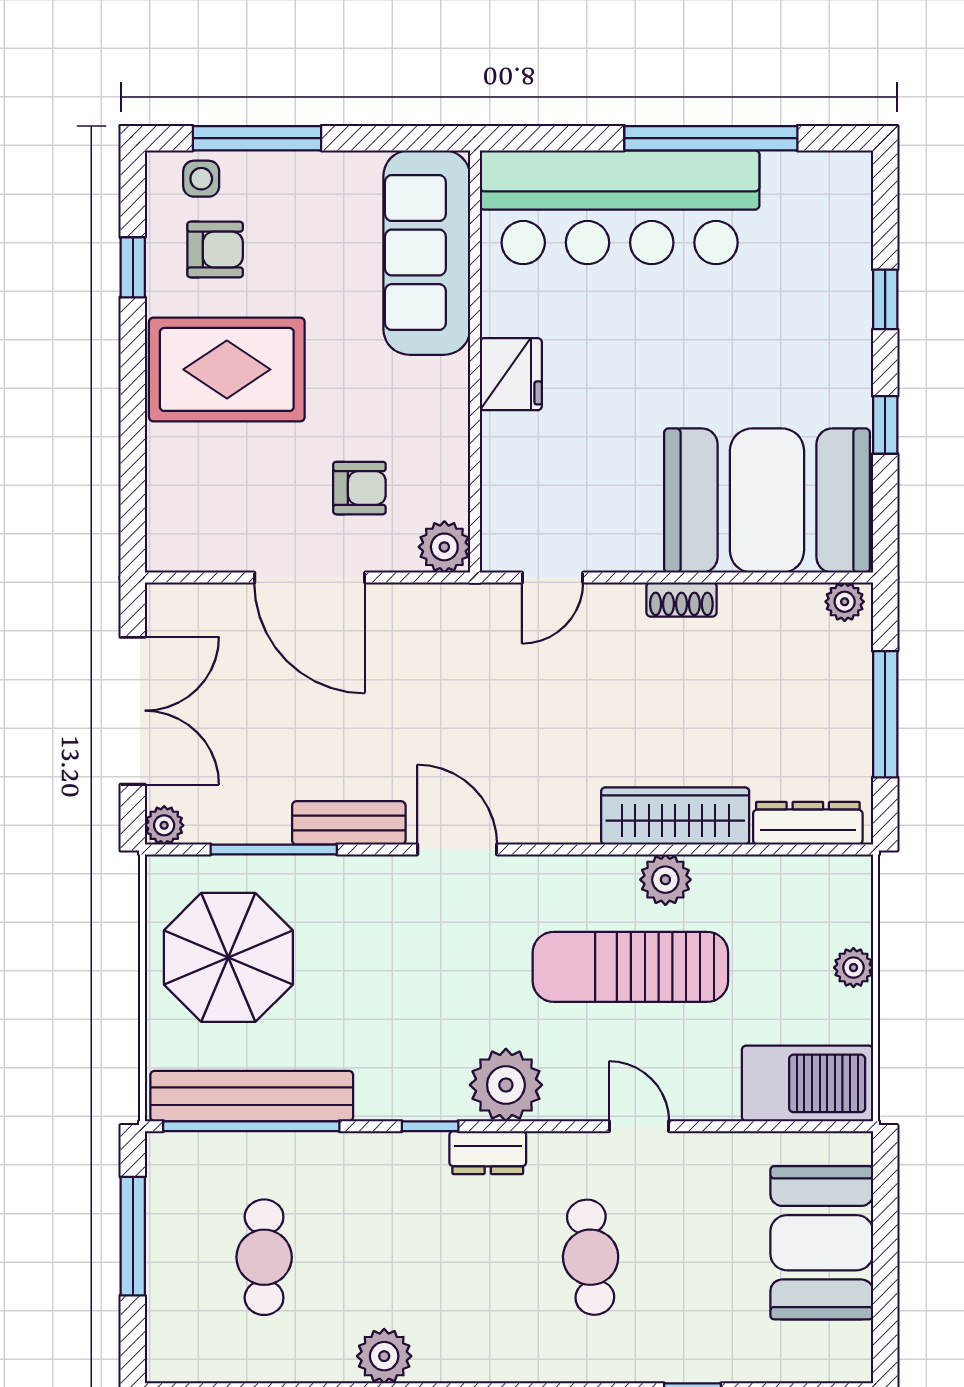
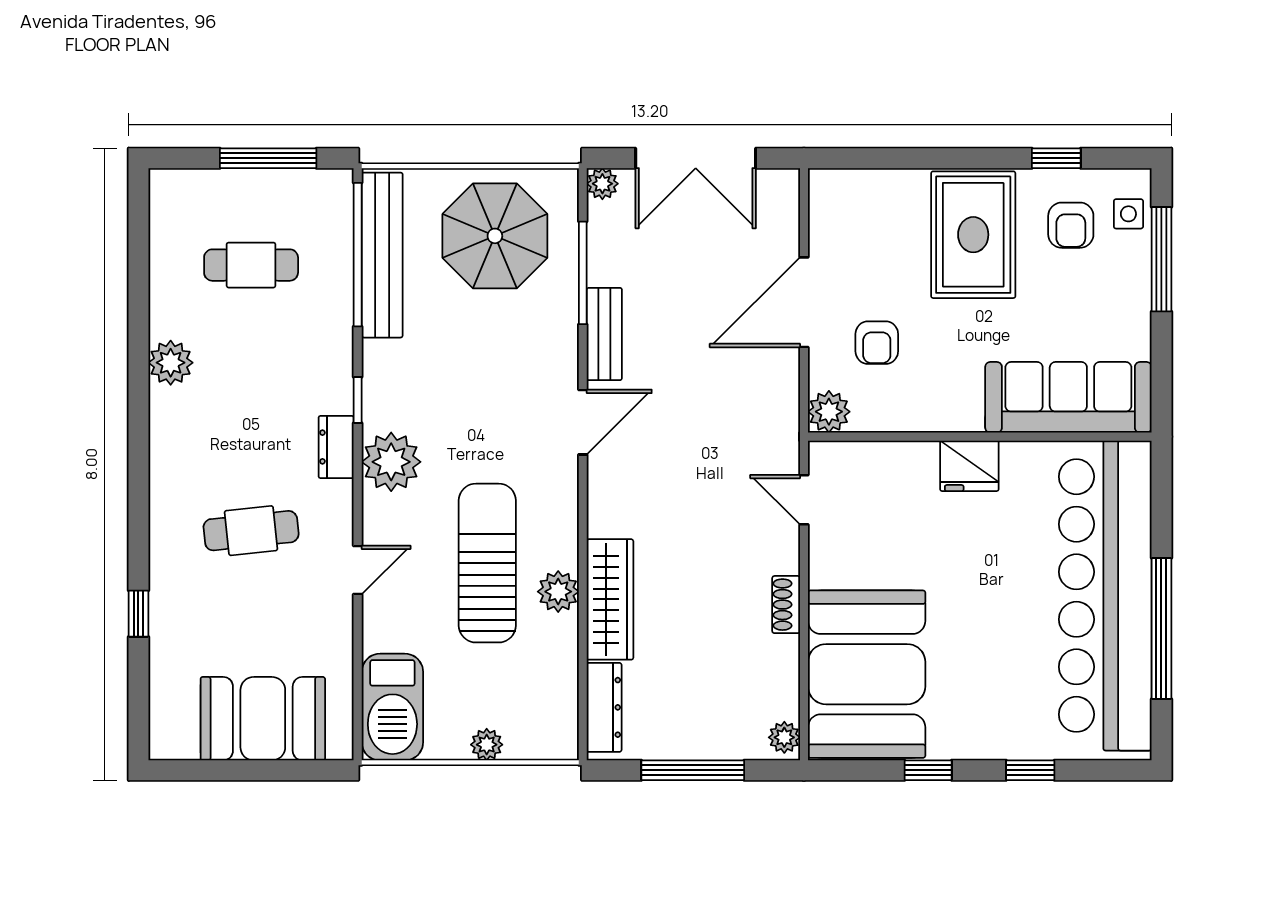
bar counter: (620, 207) -> (1105, 596), width x1.36

